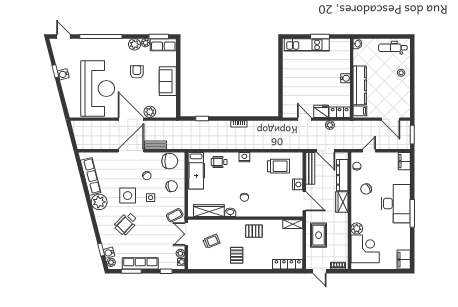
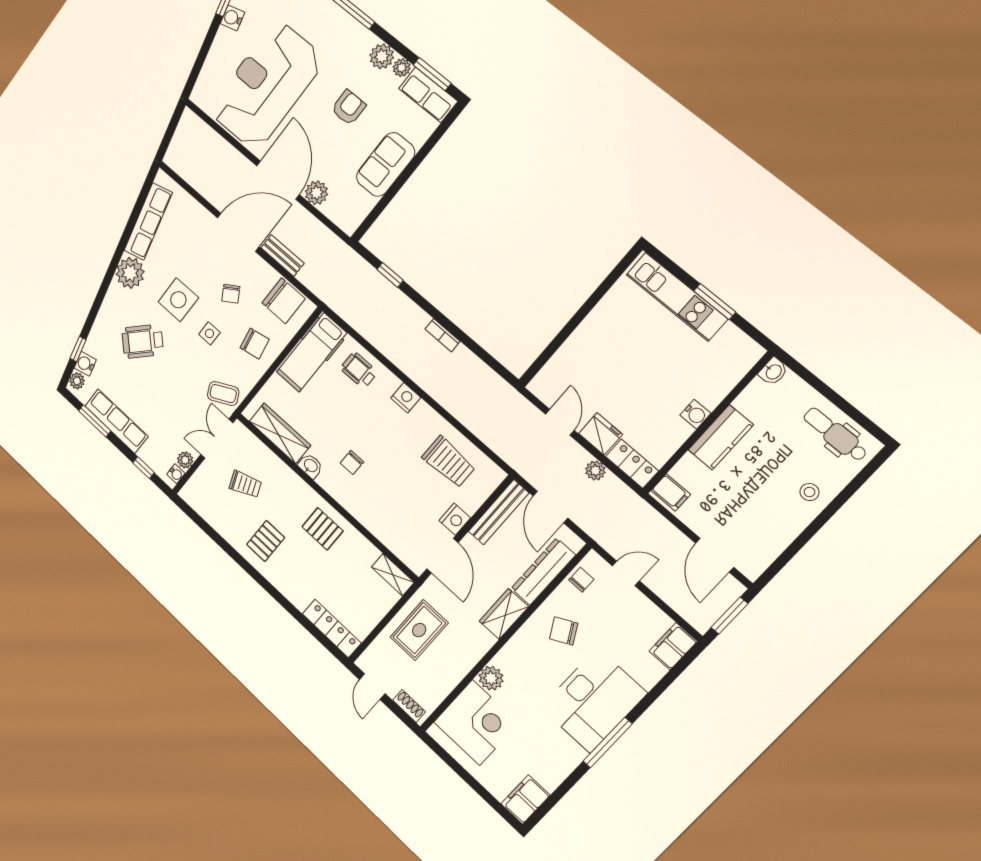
kitchen counter: (360, 85) -> (721, 437), width x0.67
reception desk: (98, 89) -> (266, 85), turned 180

